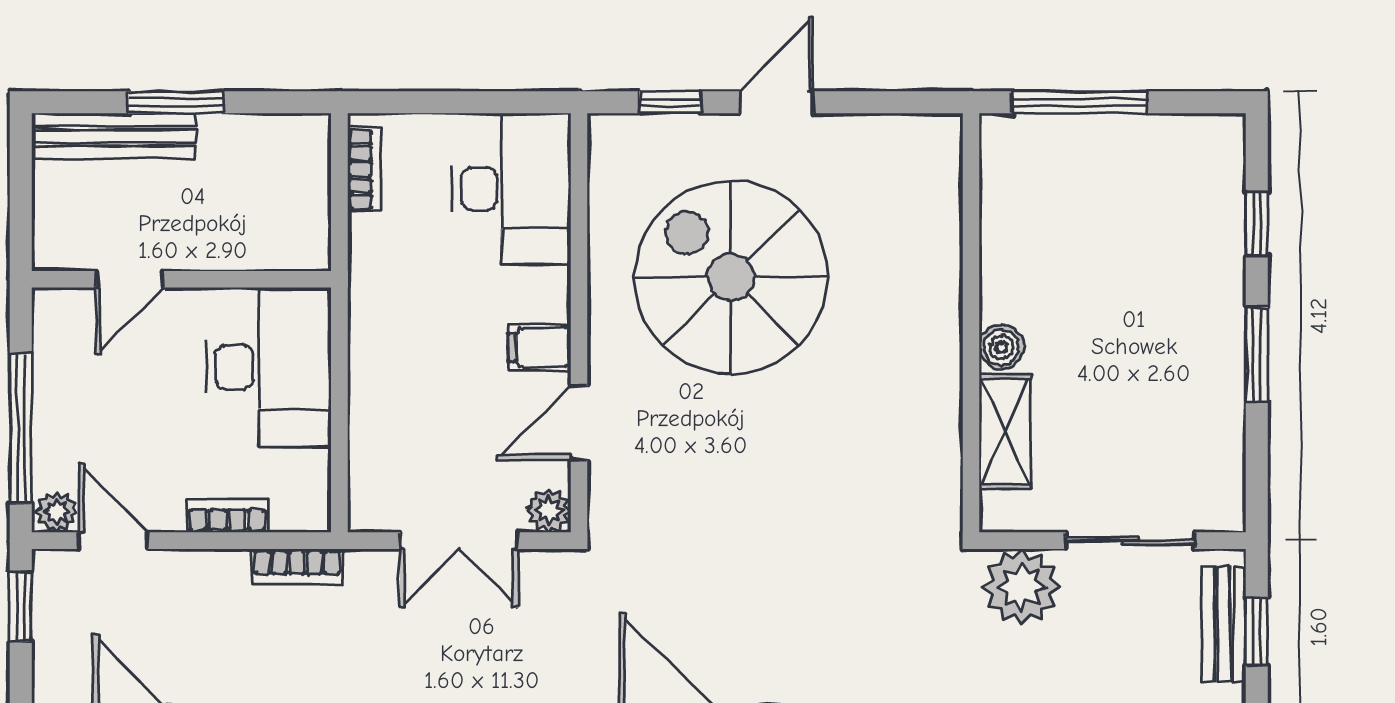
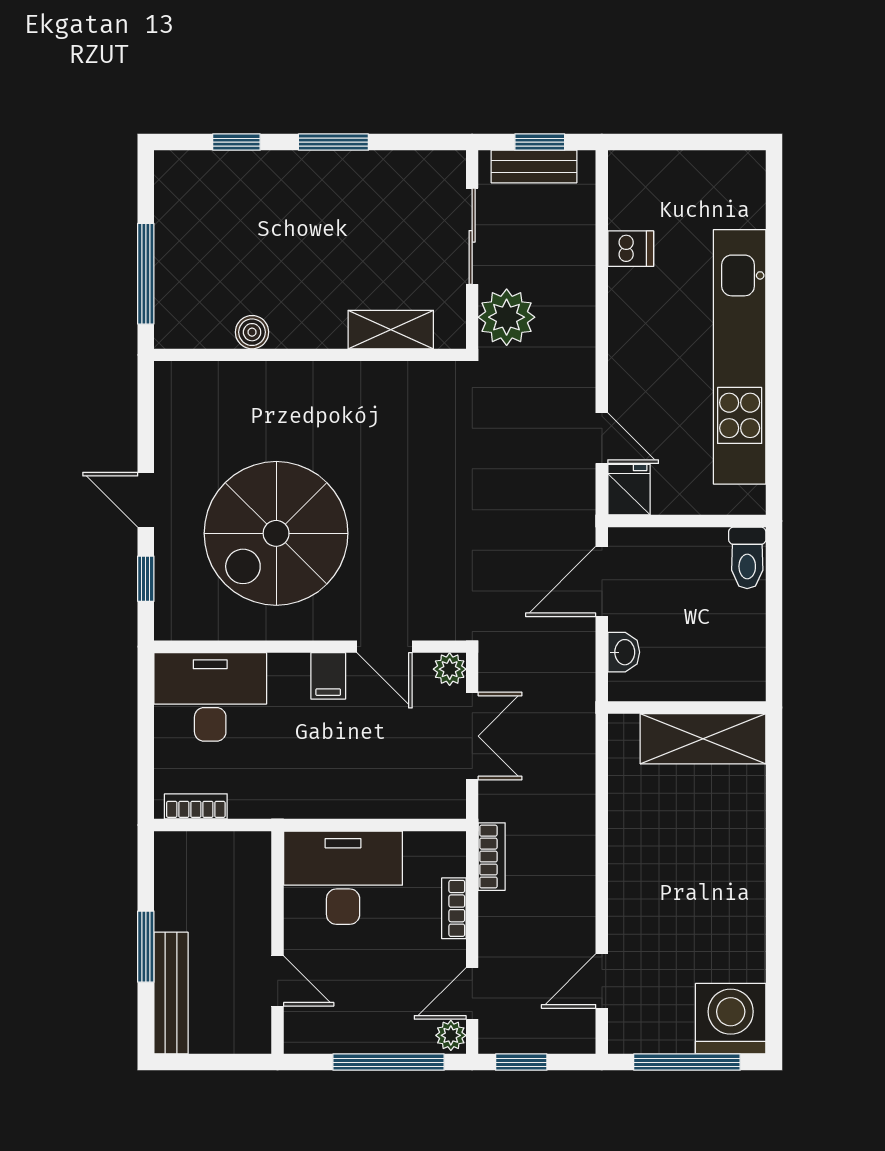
boiler: (1001, 347) -> (252, 332), moved

